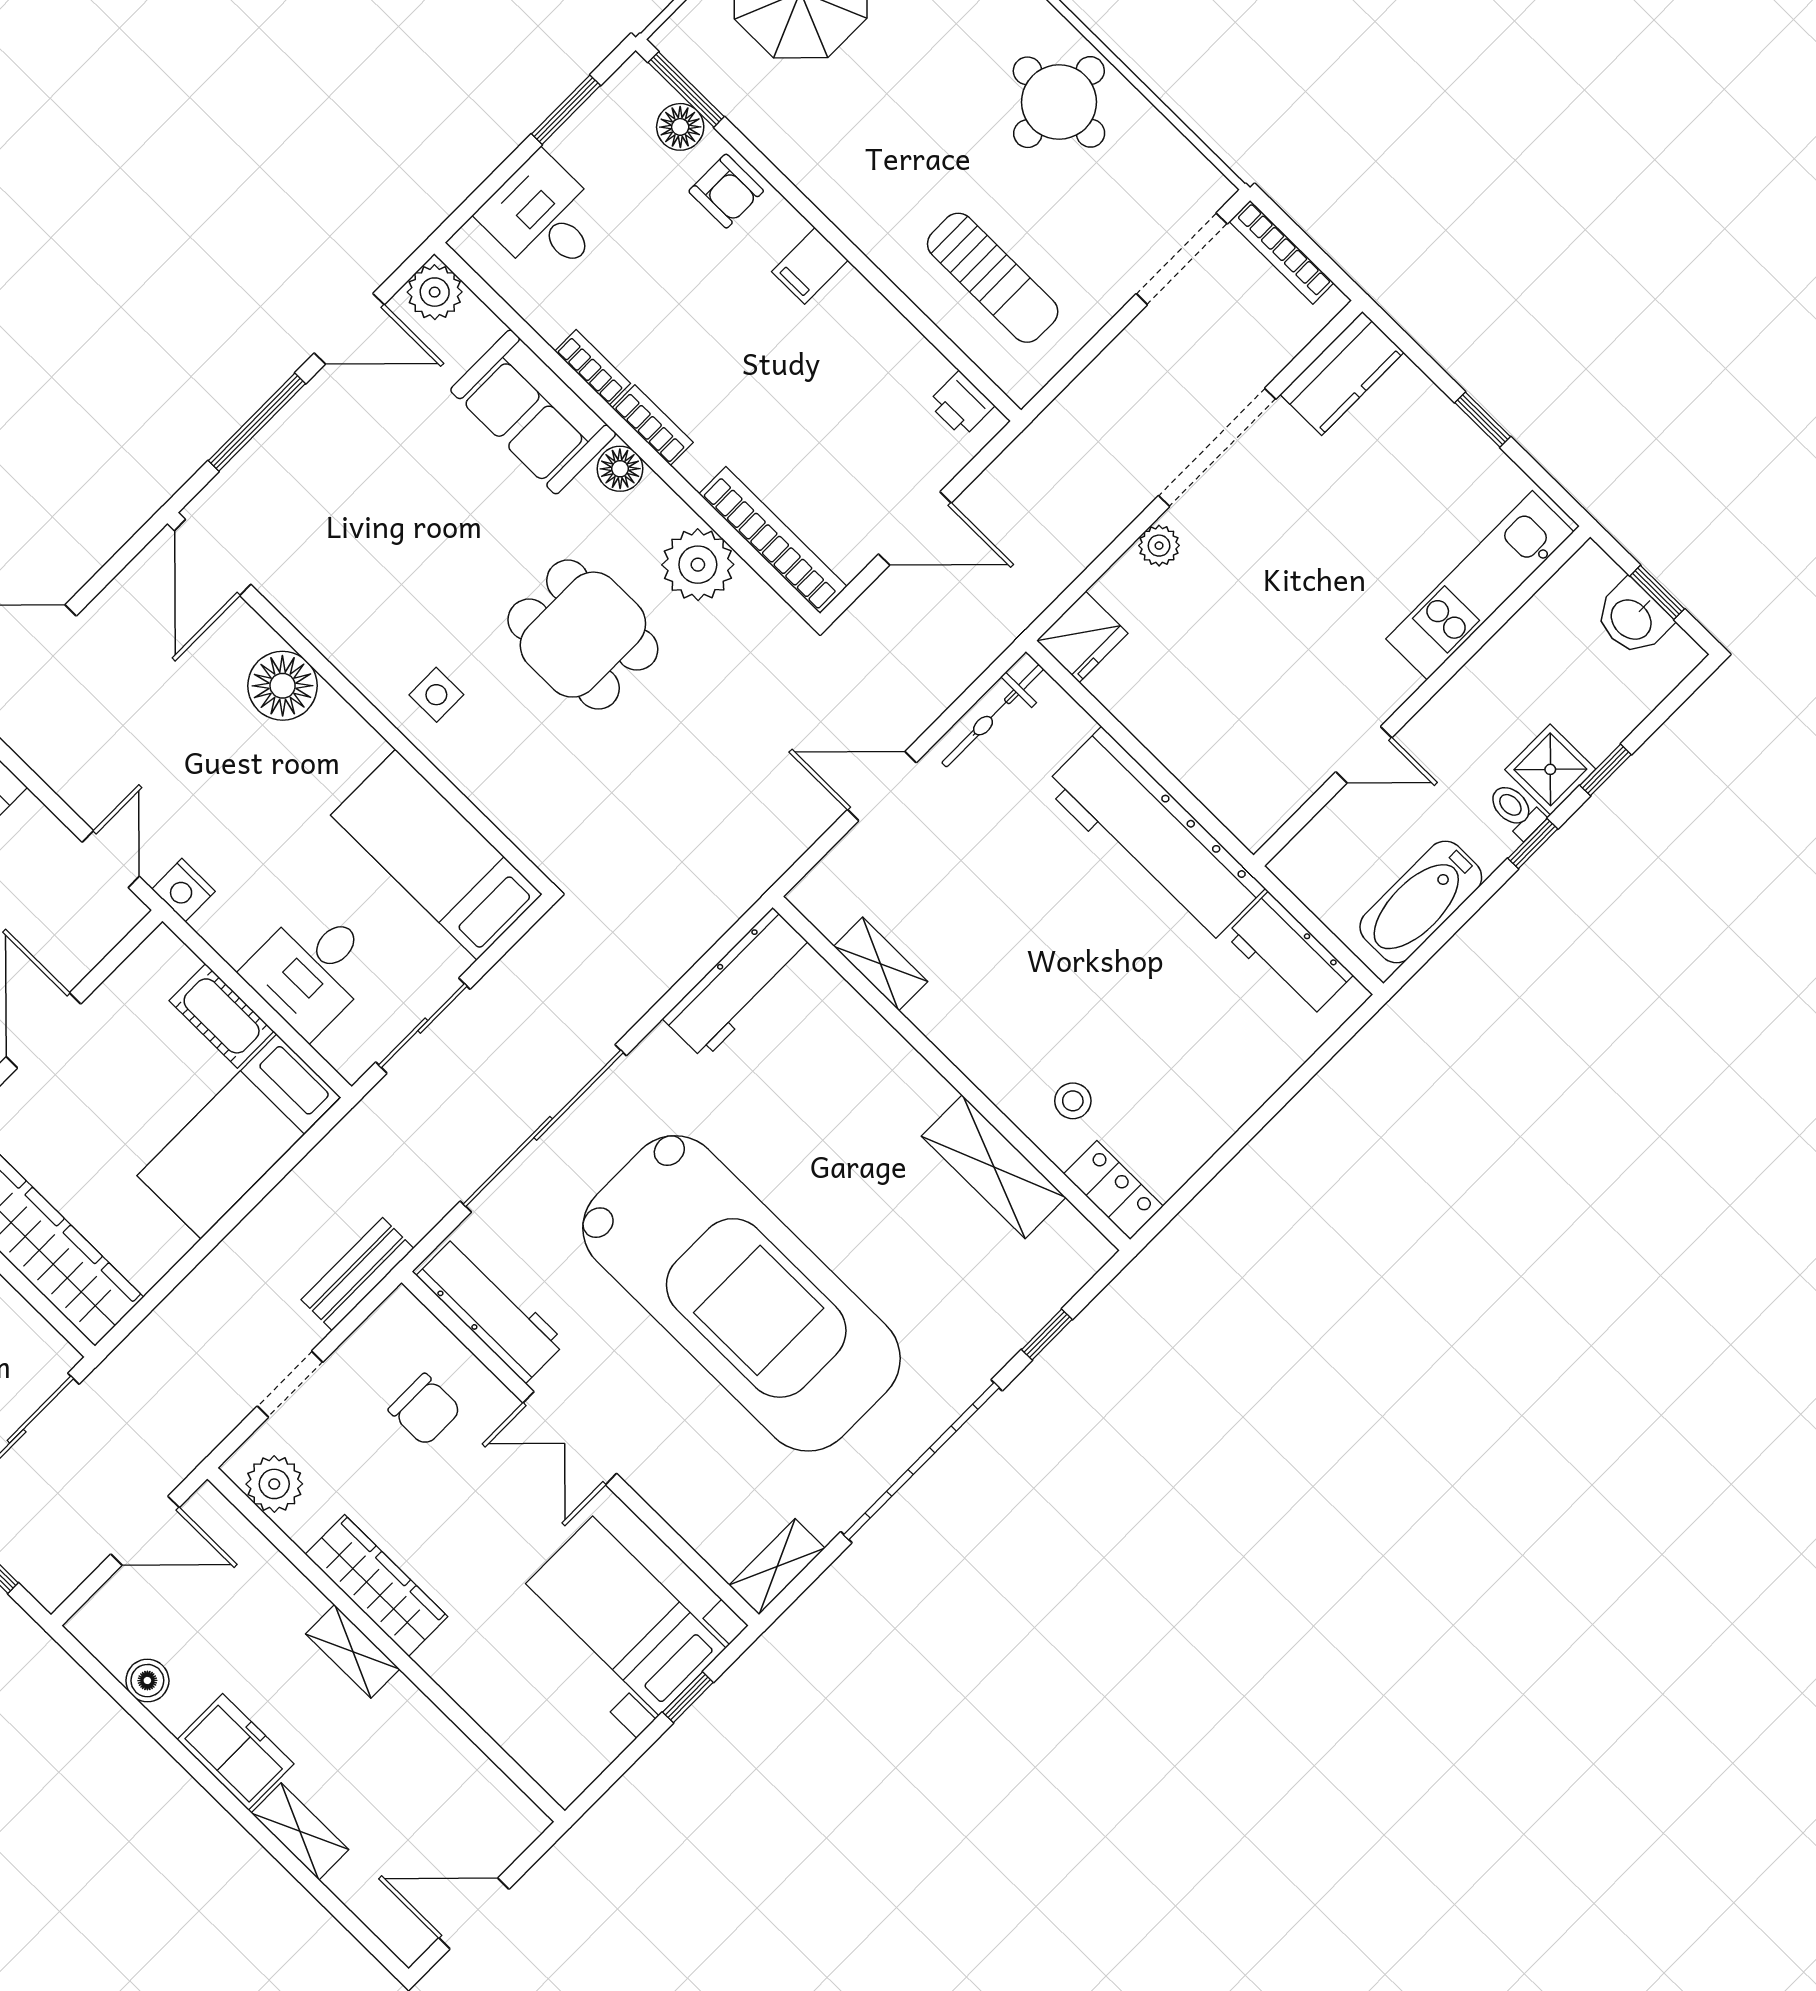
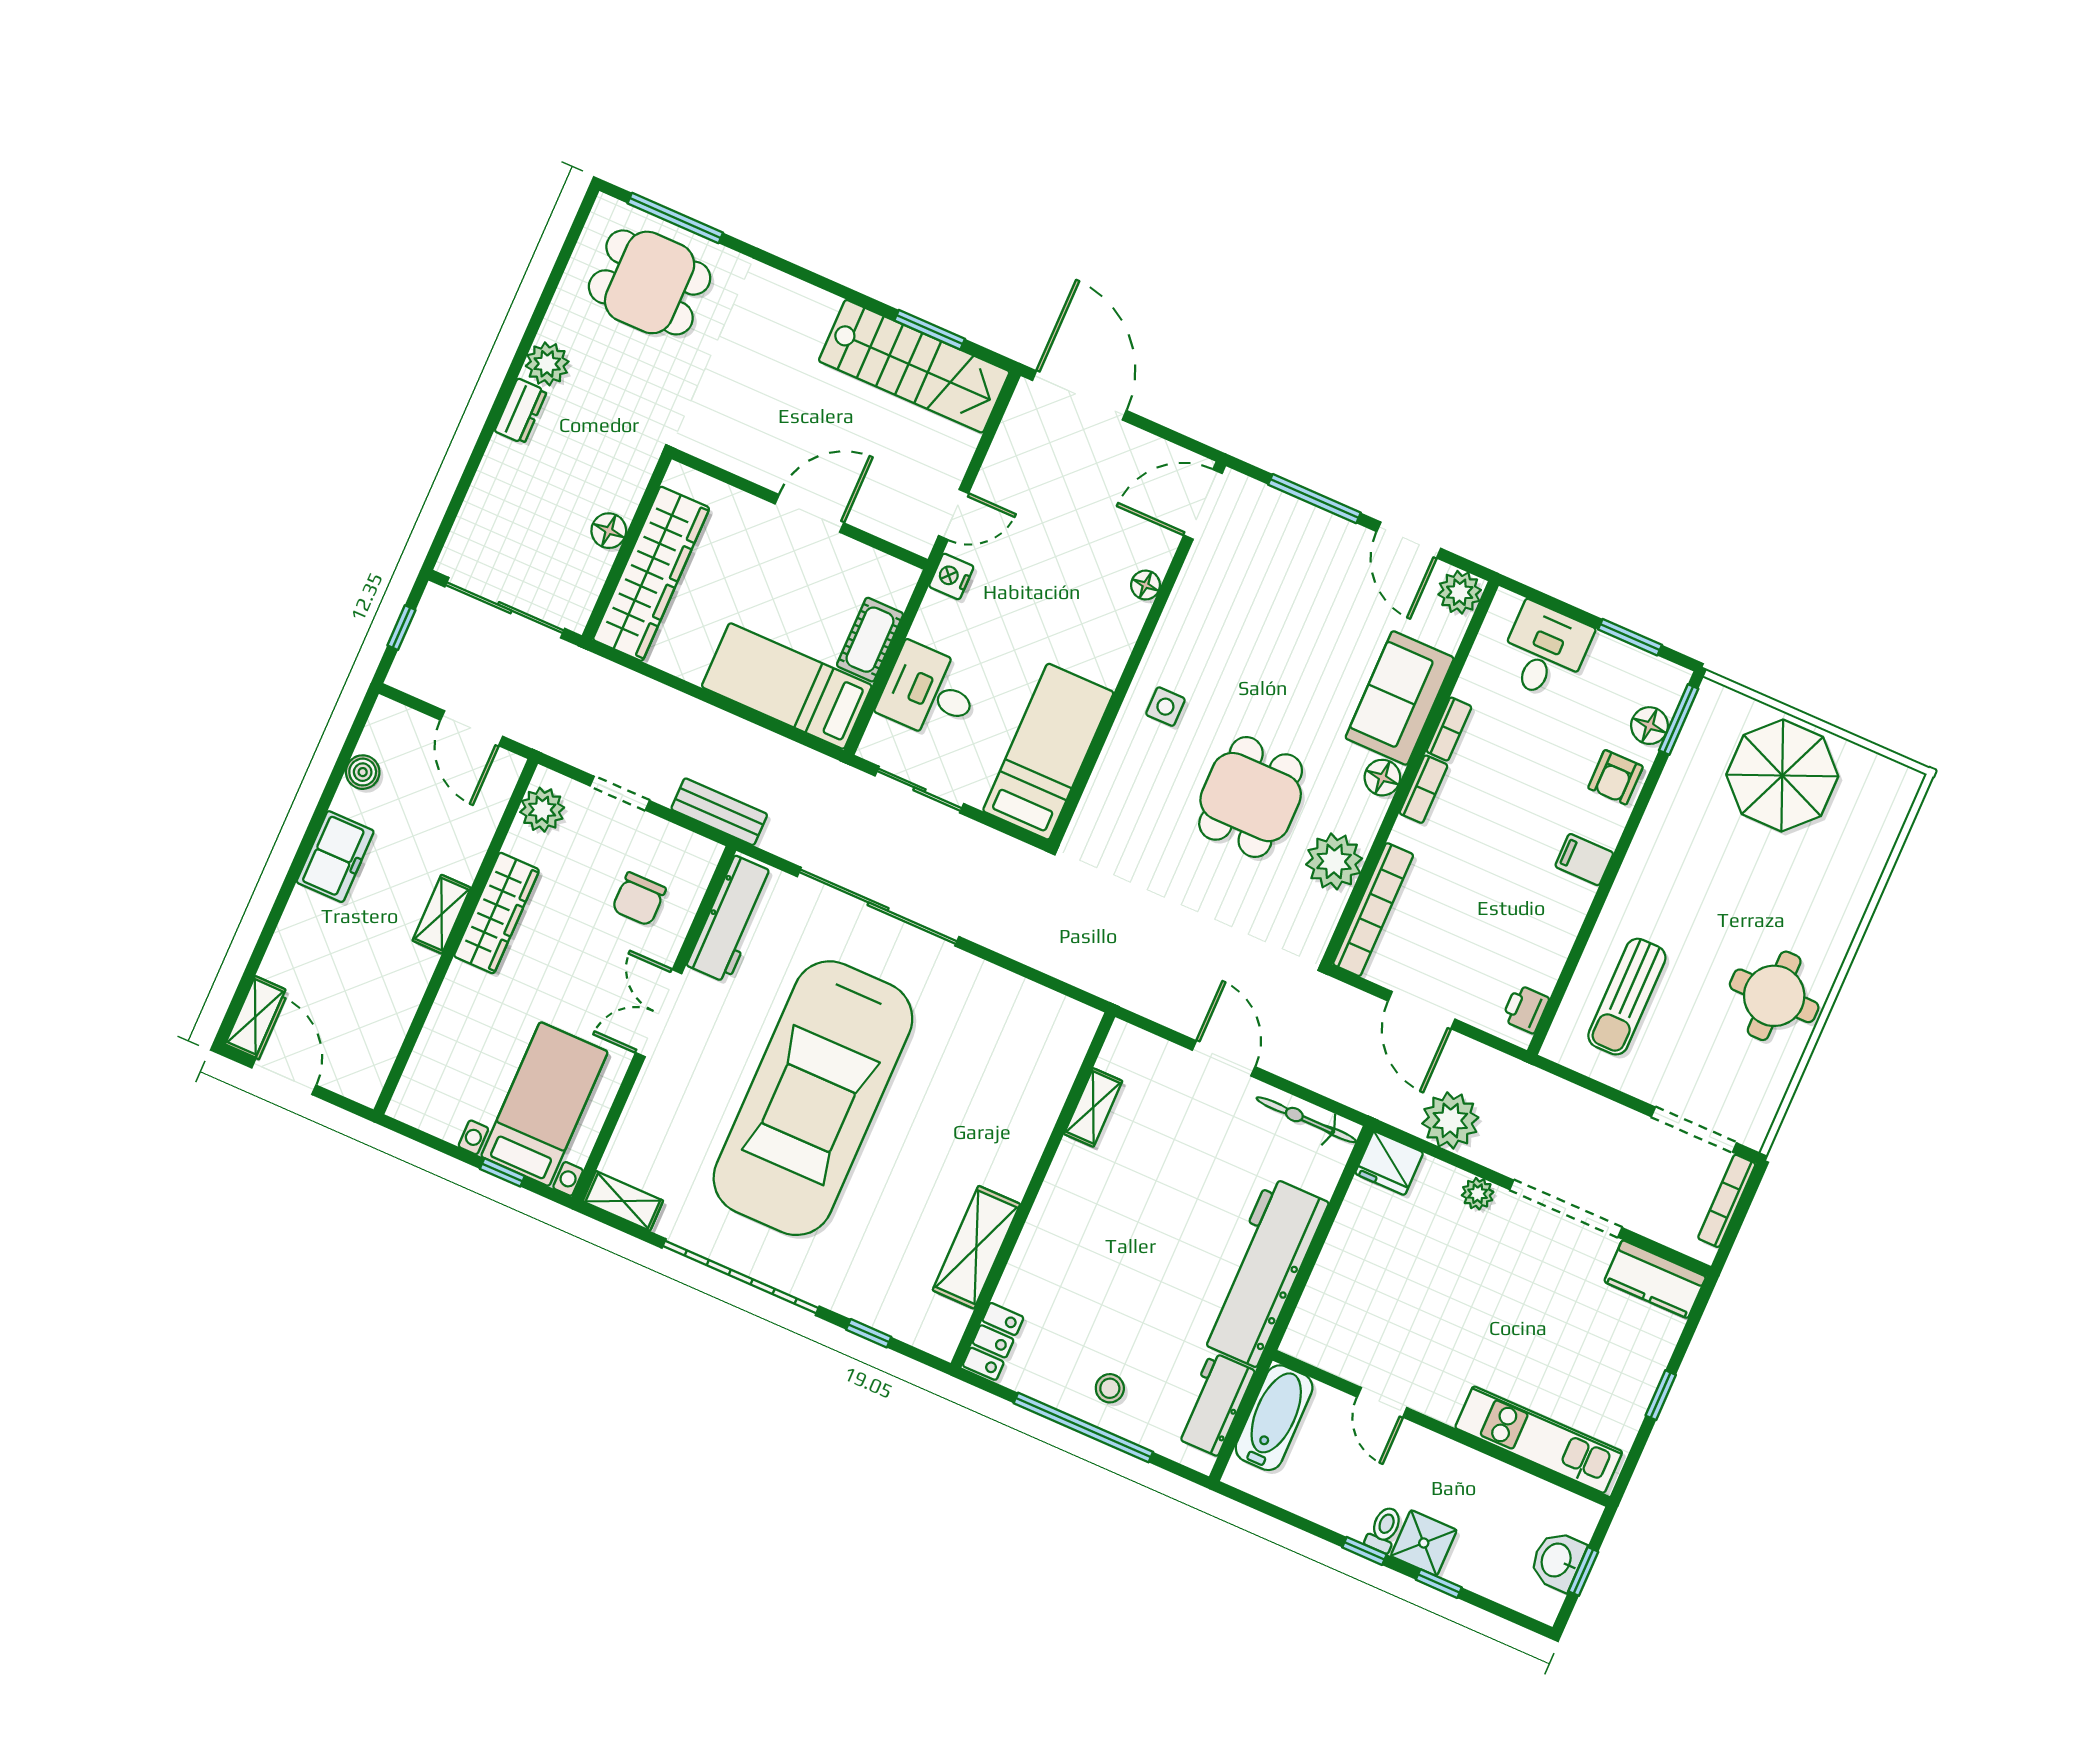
plant: (1059, 545) -> (1450, 1120), added
floor lamp: (283, 686) -> (1146, 585), width x0.53, depth x0.53
bathtub: (1421, 902) -> (1274, 1418), moved, turned 90
workbench: (738, 984) -> (1039, 1009), removed
stool: (1073, 1101) -> (1110, 1388), moved
window: (1257, 1122) -> (1083, 1427), added
shelving: (300, 1831) -> (255, 1017), moved

